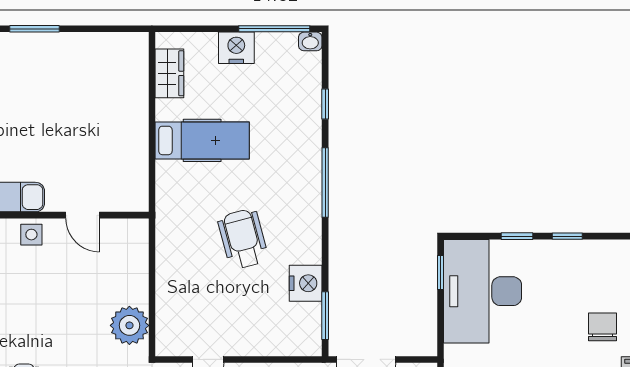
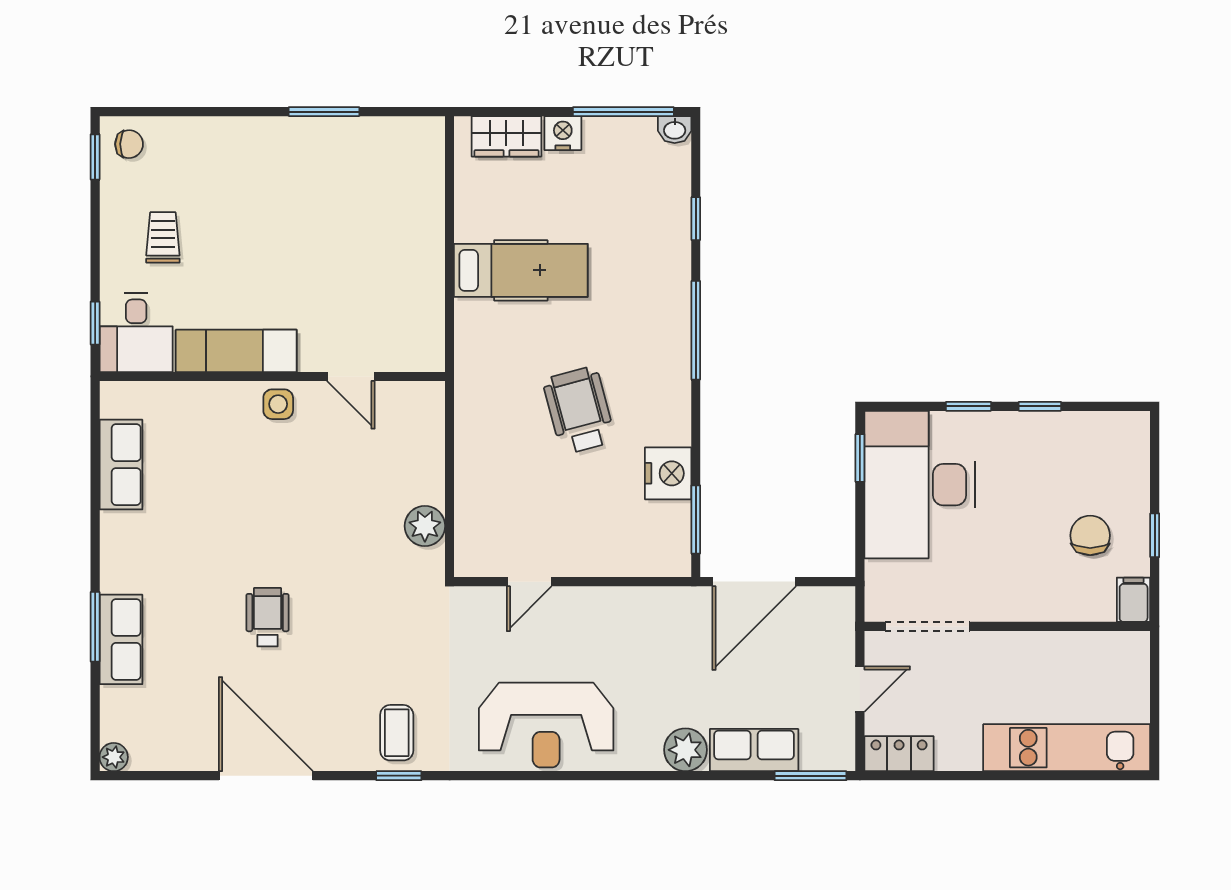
window: (35, 29) -> (324, 112), moved
nightstand: (236, 48) -> (563, 133), width x0.74, depth x0.75
wardrobe: (169, 73) -> (506, 136), moved, turned 90
plant: (129, 325) -> (425, 526), width x0.73, depth x0.73

